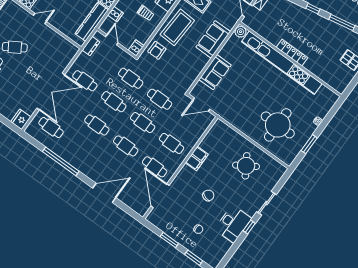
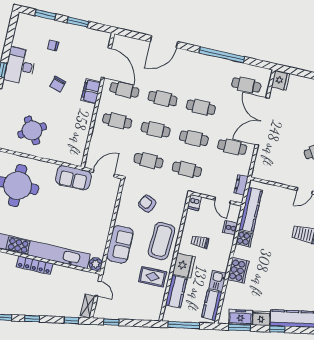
armchair: (157, 50) -> (147, 204), moved, turned -65
sofa: (215, 72) -> (73, 178), moved, turned -90
filing cabinet: (197, 159) -> (91, 91), moved

